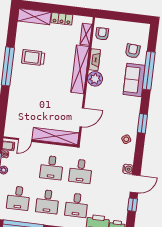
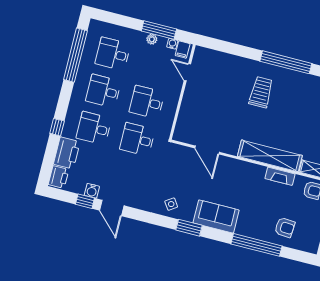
trolley: (33, 58) -> (261, 92), moved
plant: (95, 79) -> (255, 174), removed
sofa: (134, 80) -> (216, 216), moved
shelving: (55, 136) -> (187, 113), removed
water cooler: (128, 169) -> (92, 191), moved

